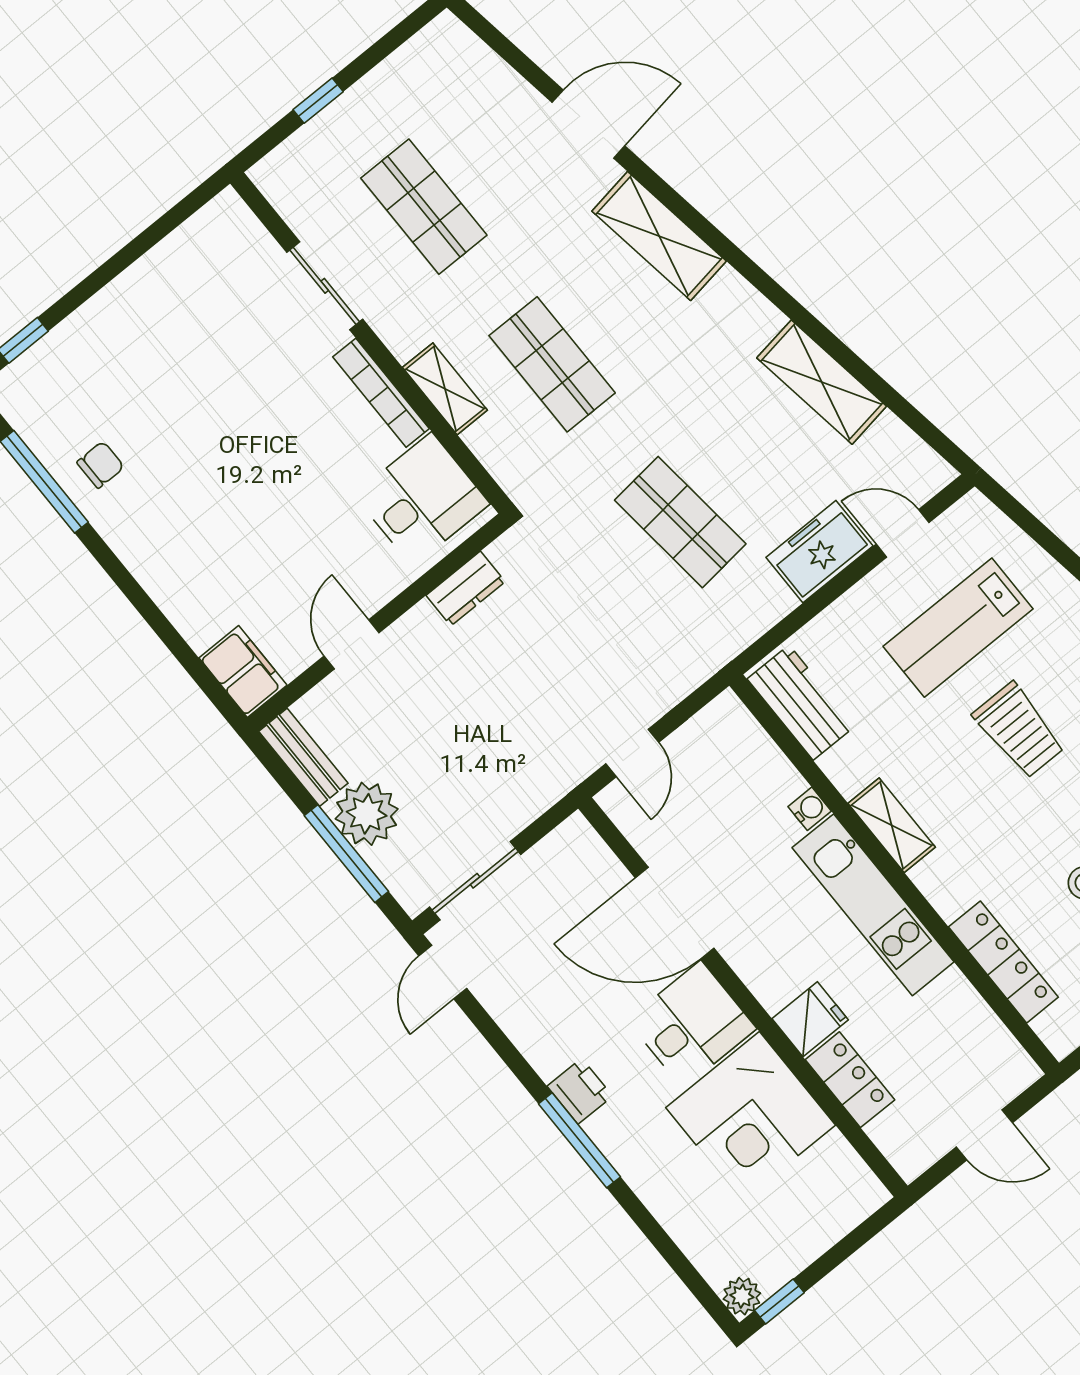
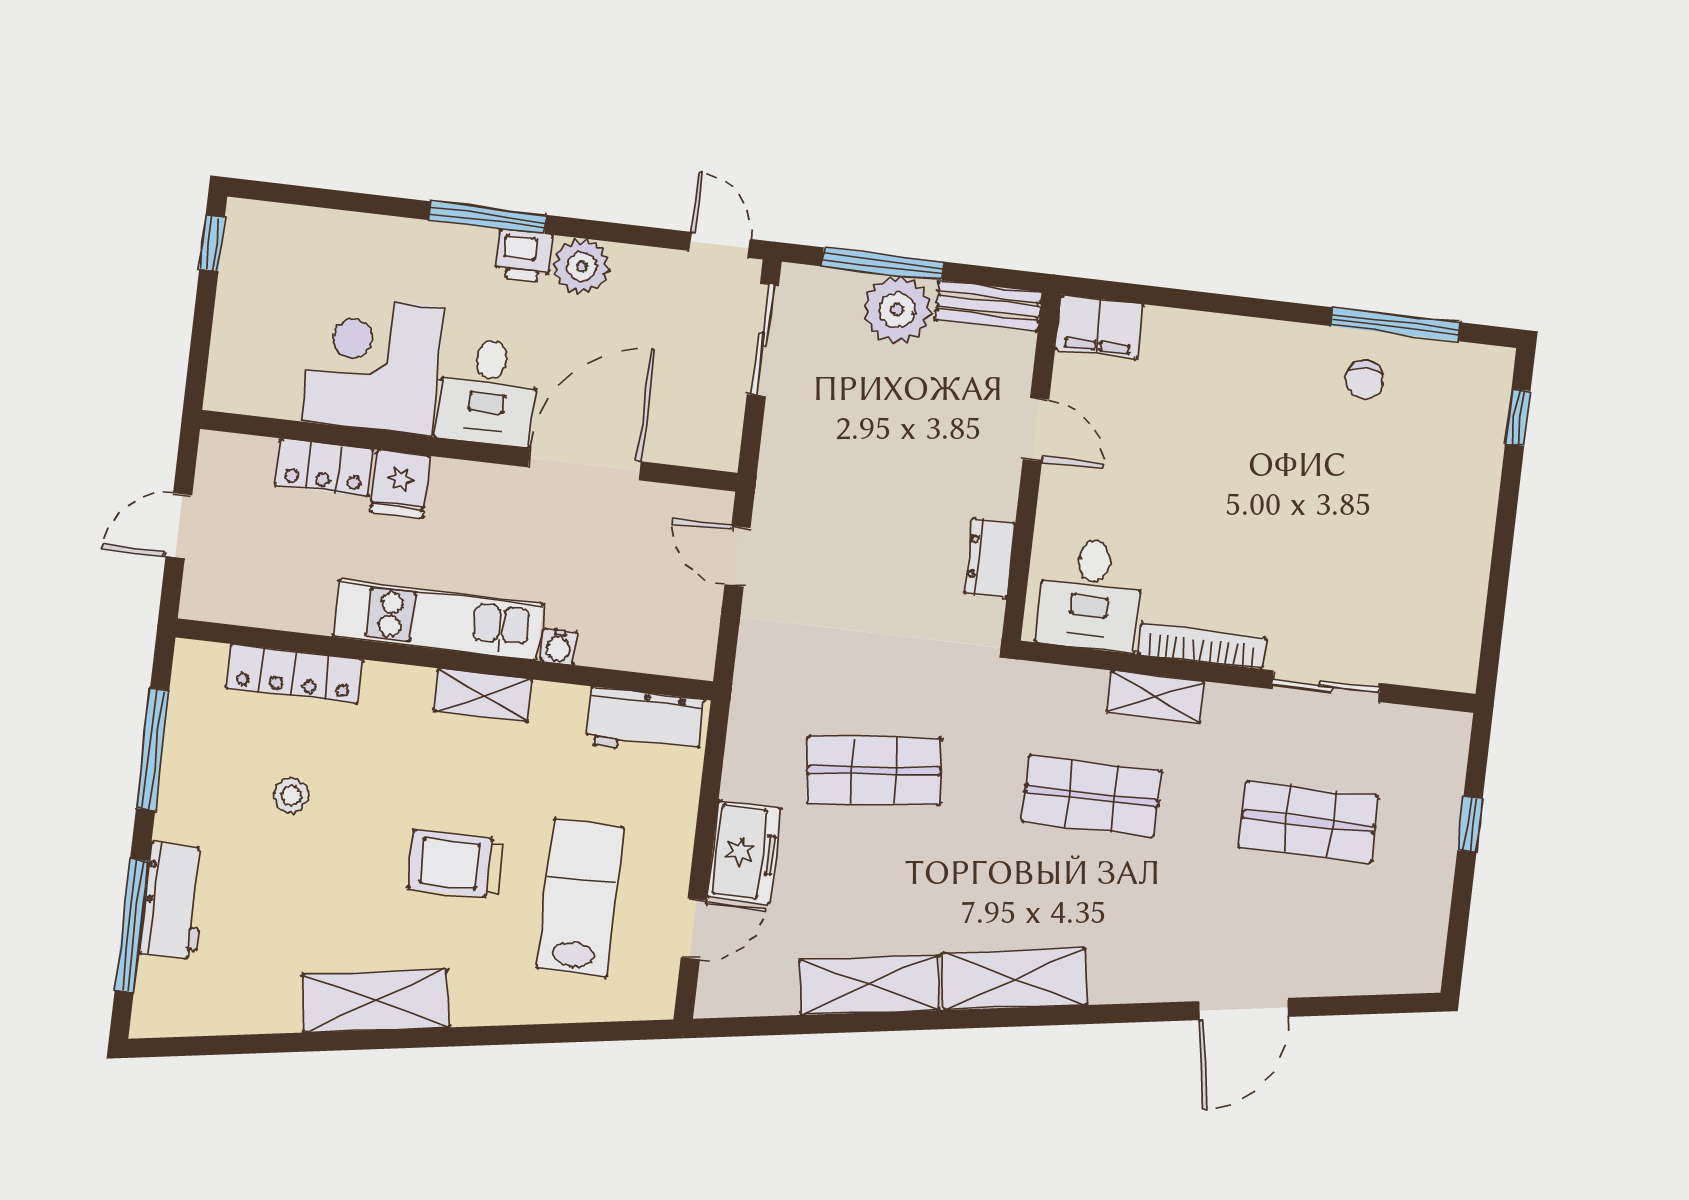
shelving: (659, 236) -> (1015, 979), moved
plant: (742, 1296) -> (582, 266), moved, width x1.38, depth x1.38

